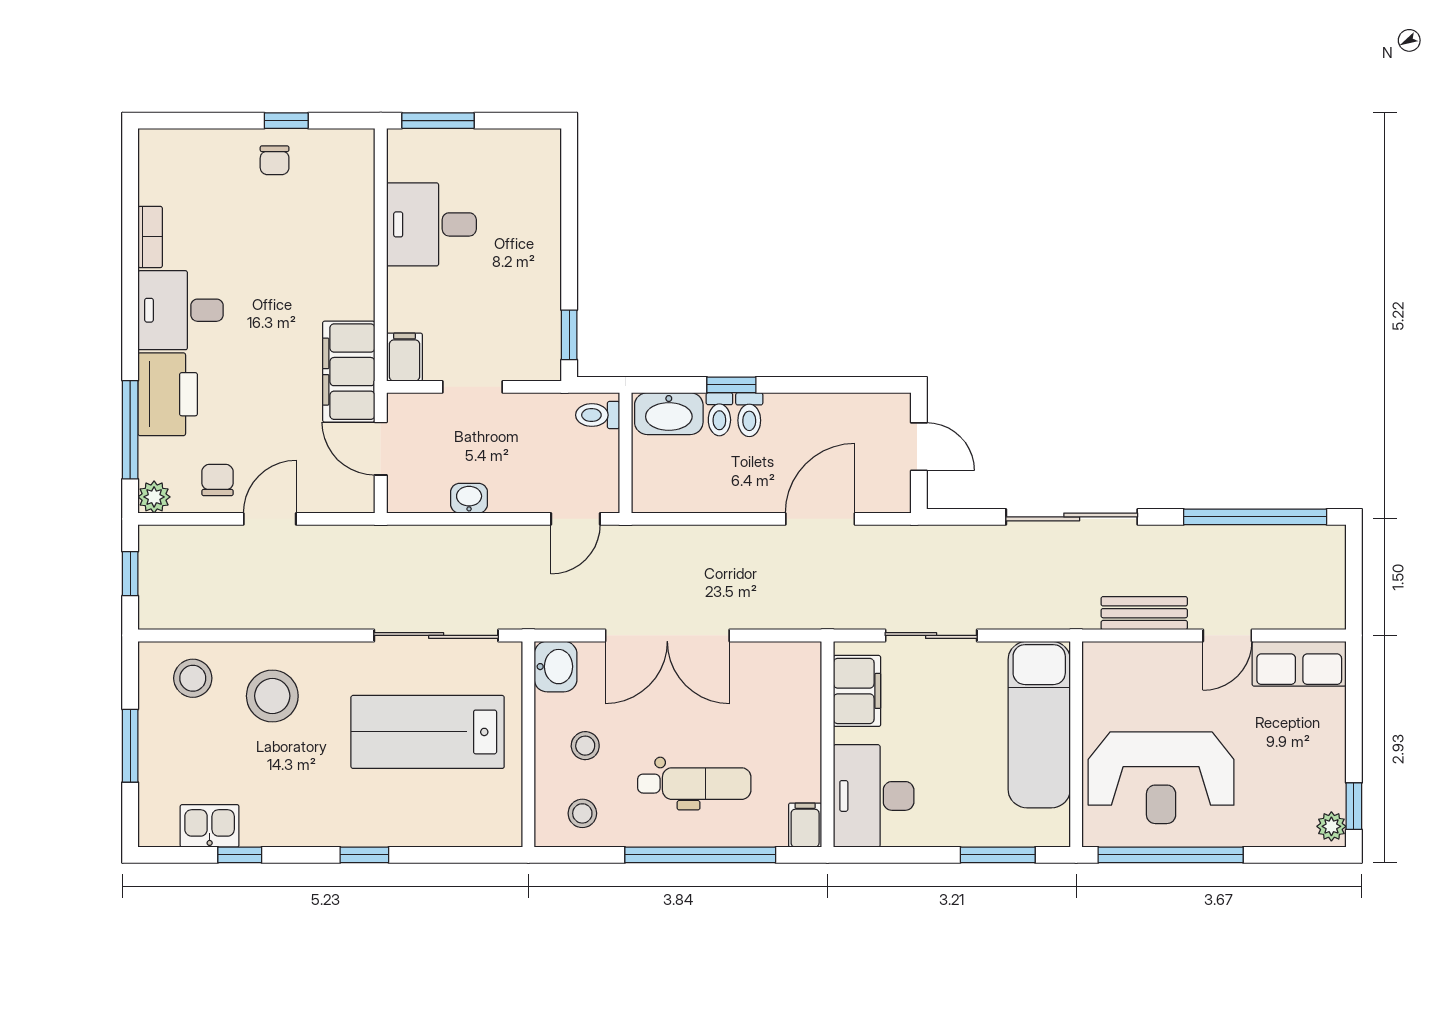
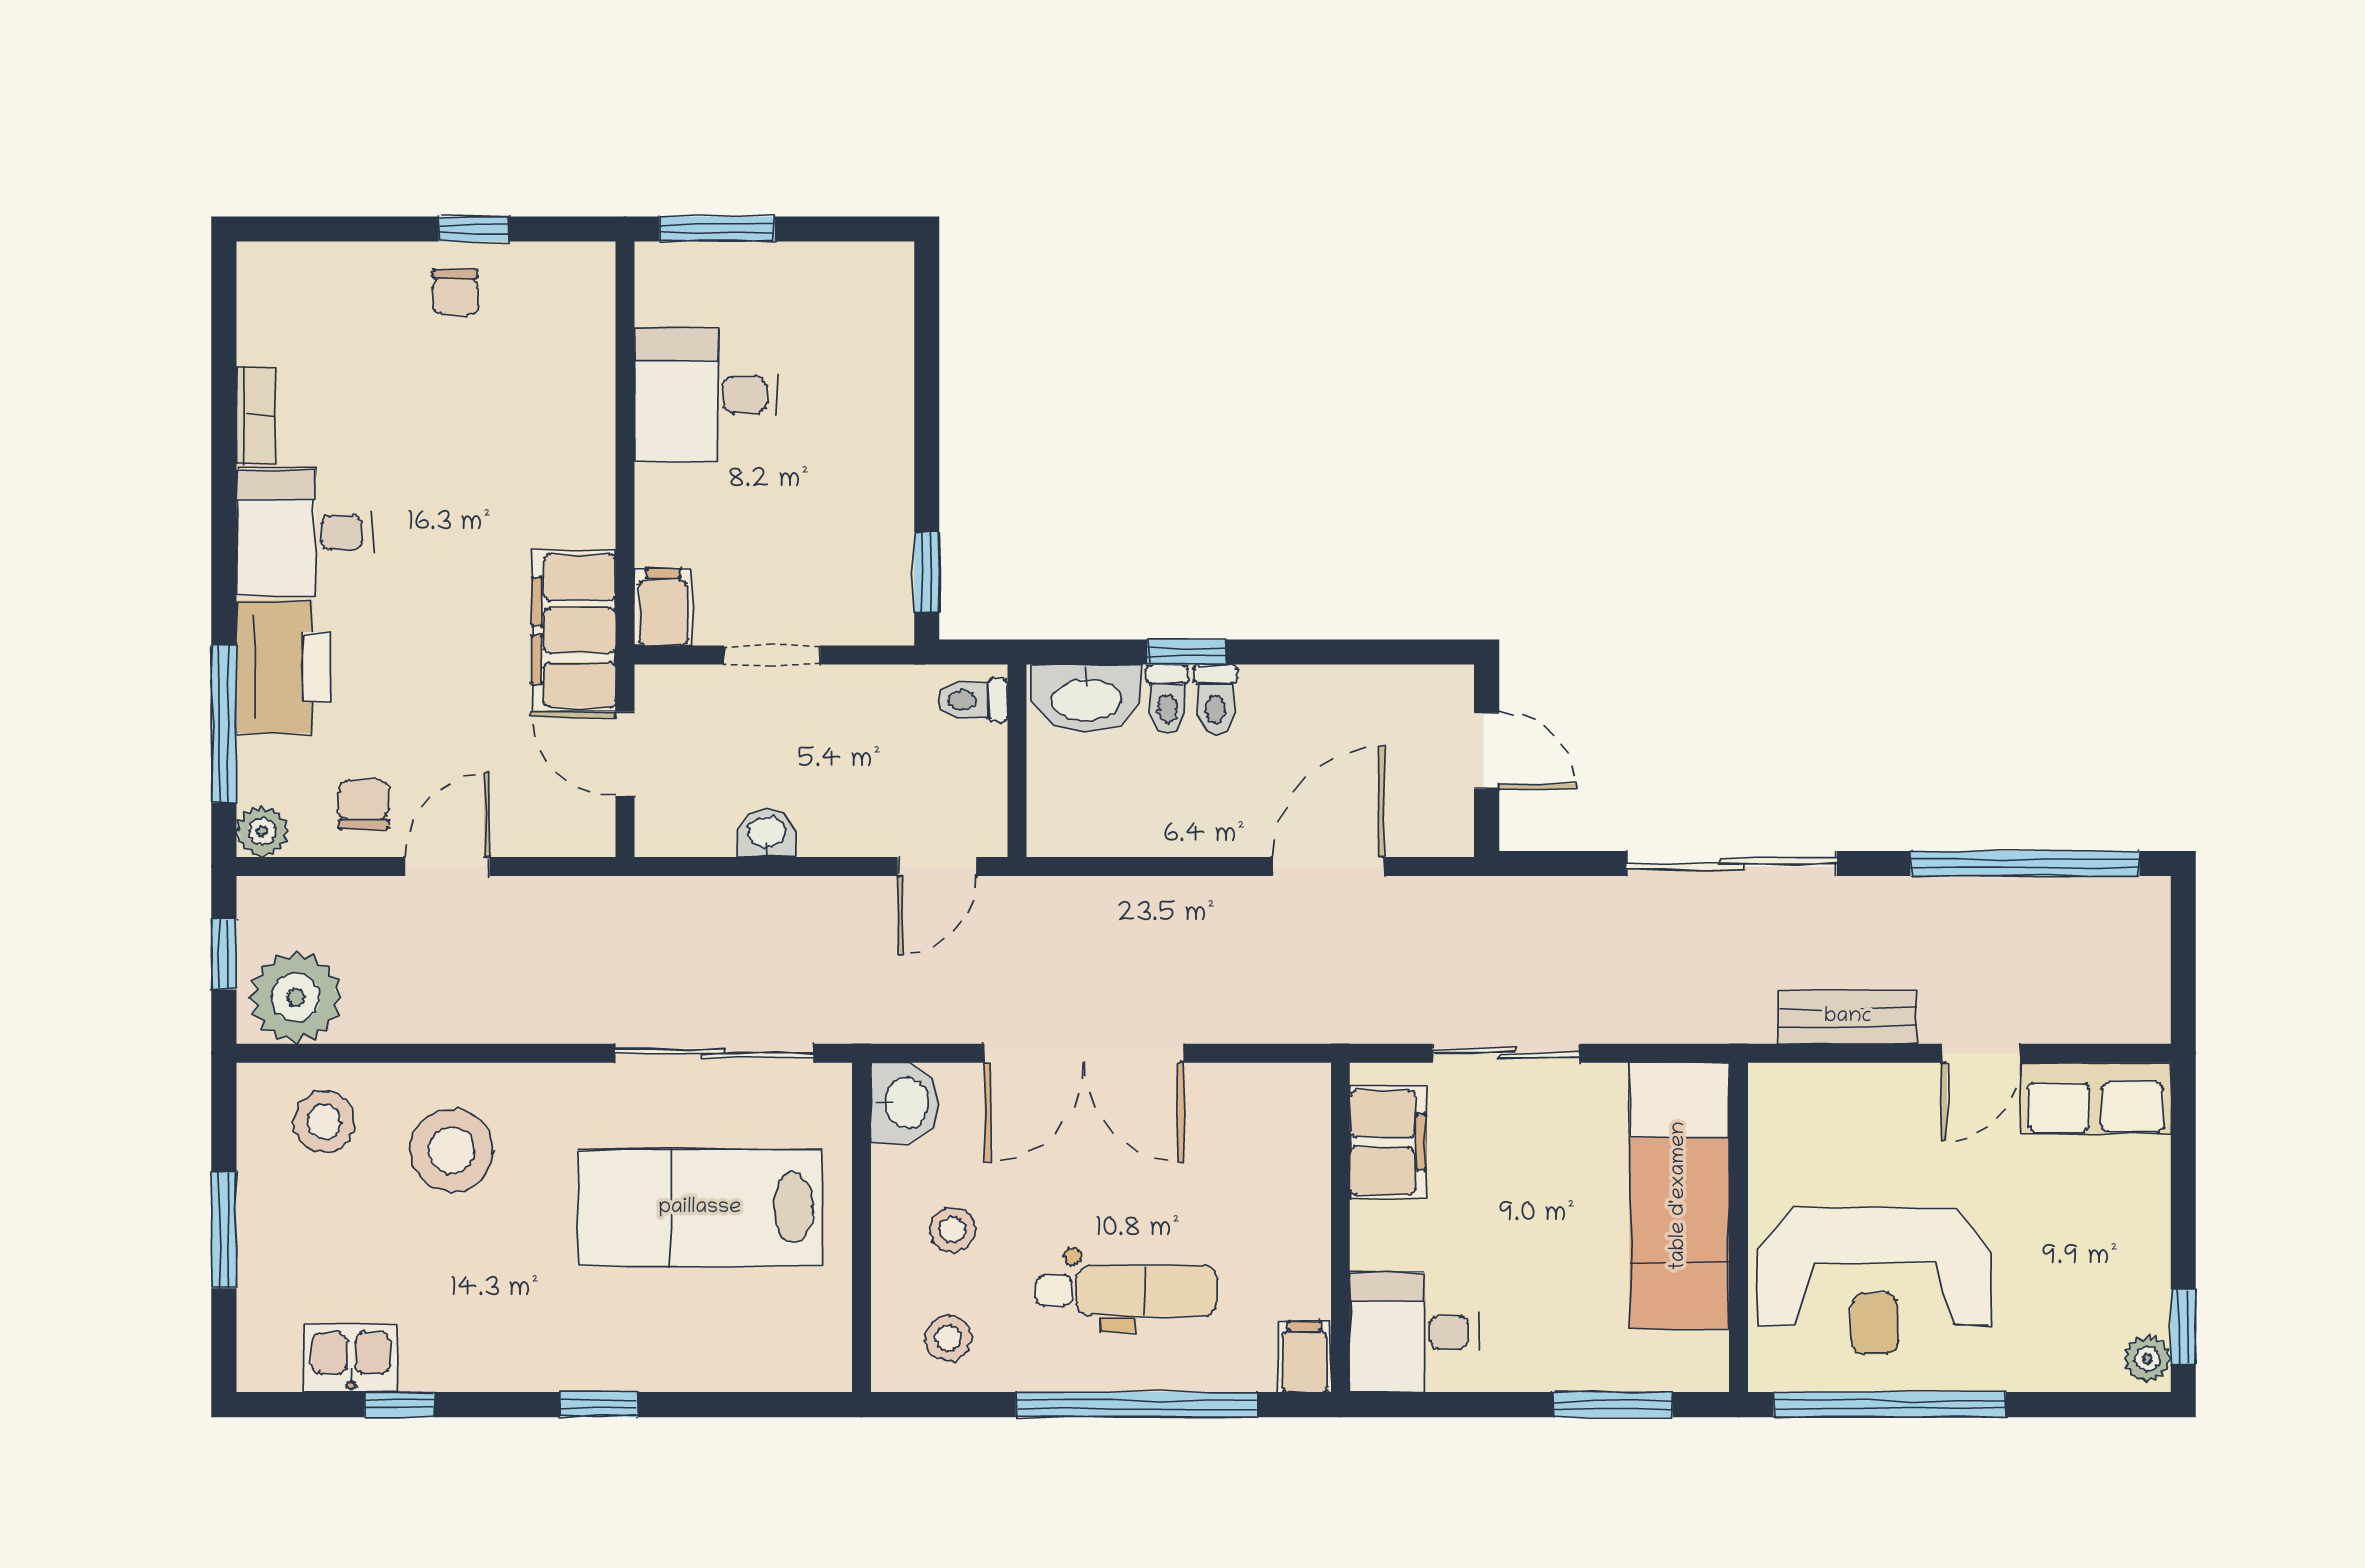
plant: (175, 601) -> (296, 997), added
desk: (874, 796) -> (1414, 1332), width x0.73

